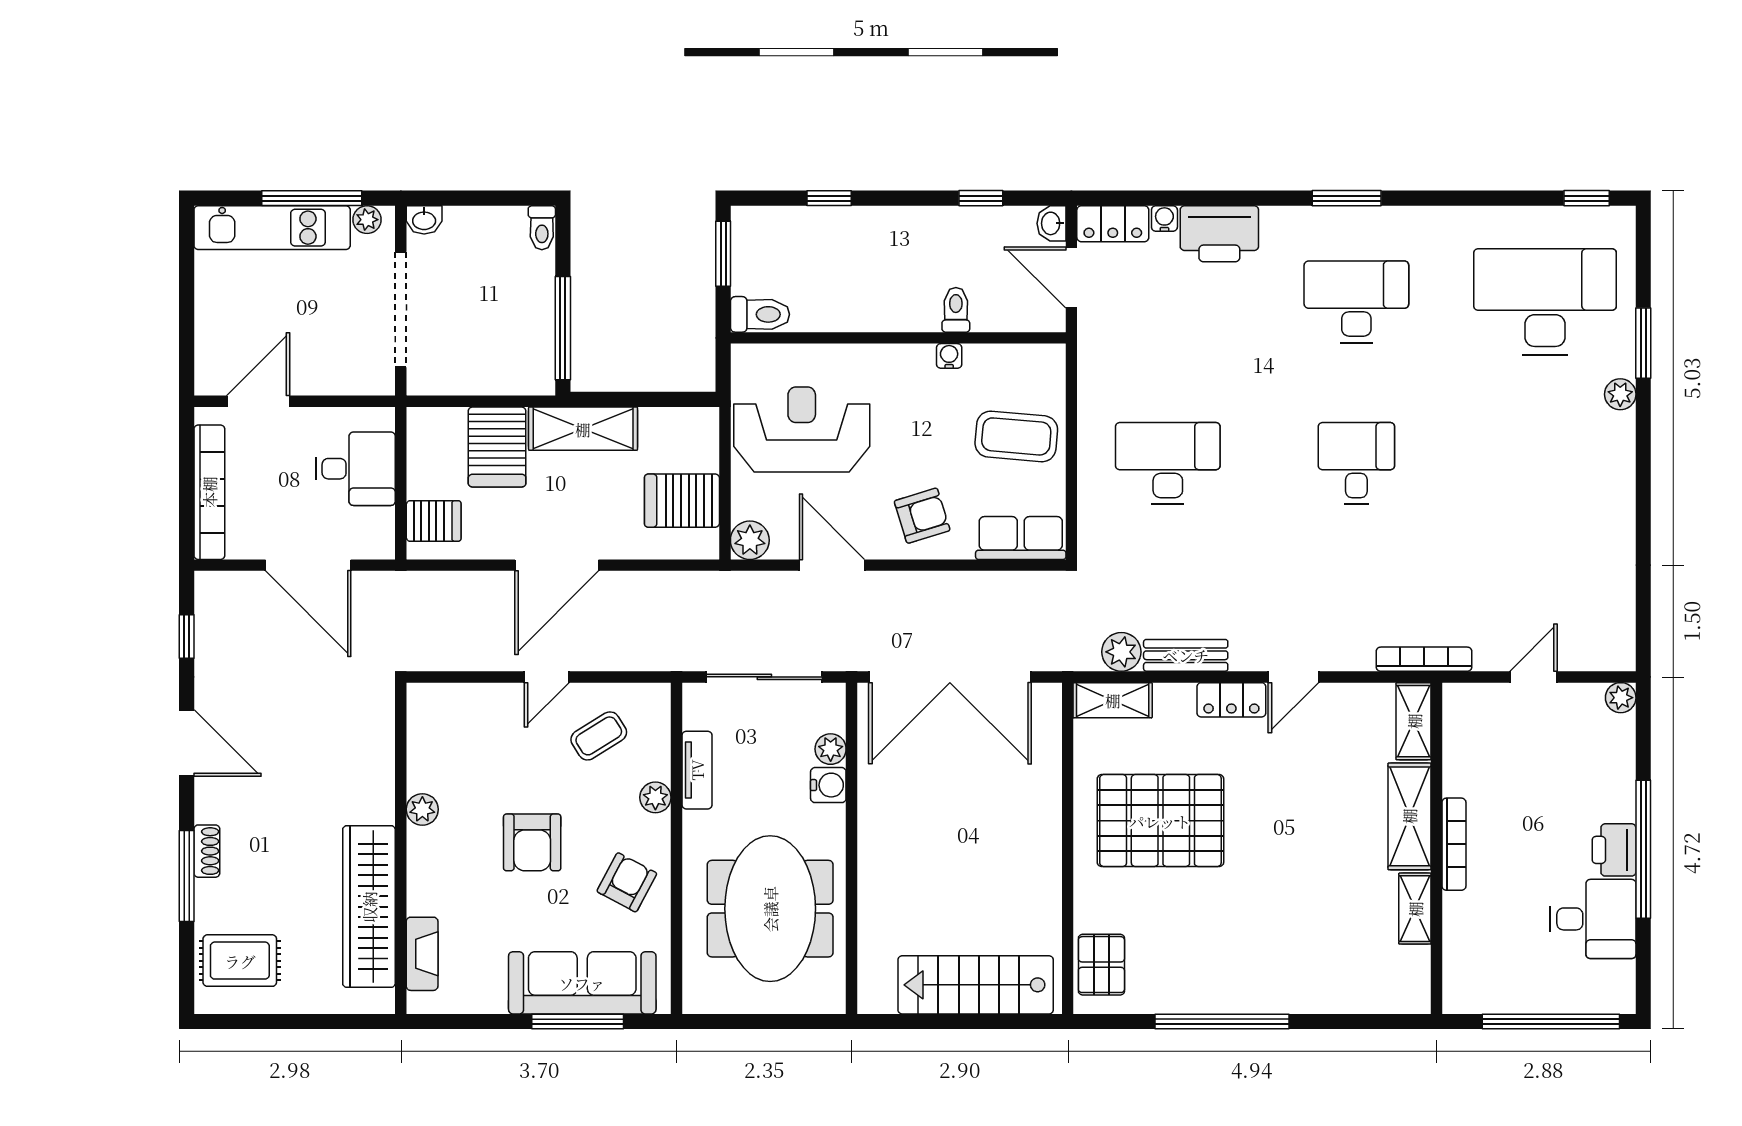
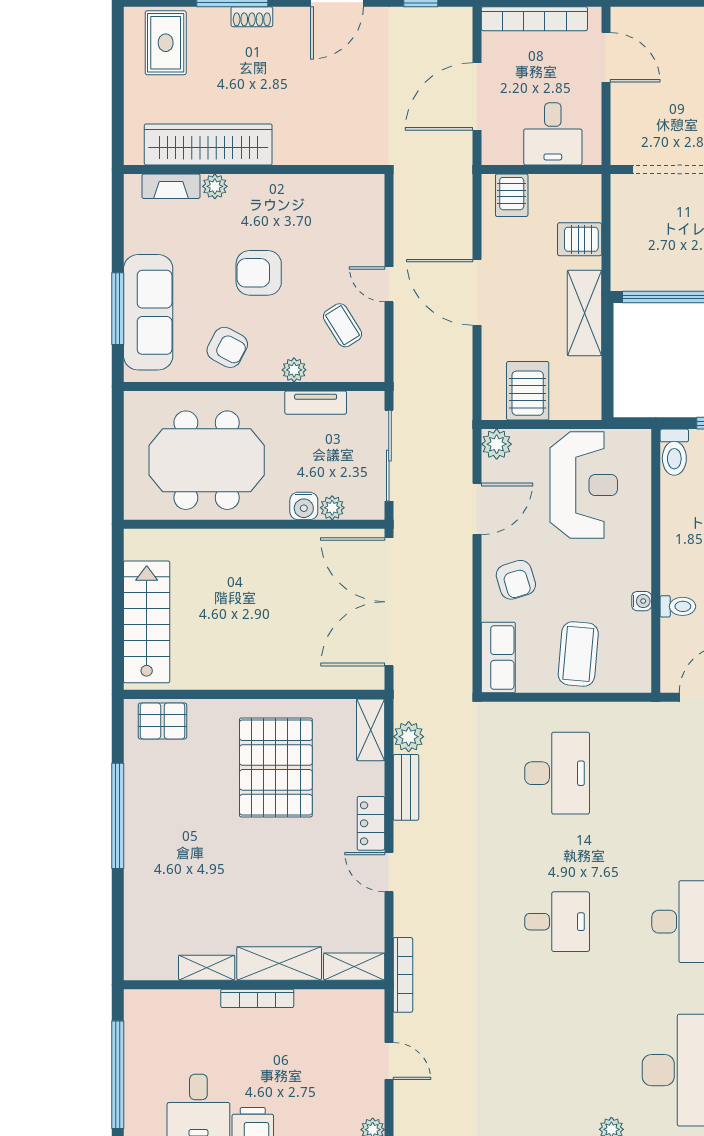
server rack: (497, 447) -> (580, 239), width x0.73, depth x0.70
plant: (422, 809) -> (215, 186), moved

